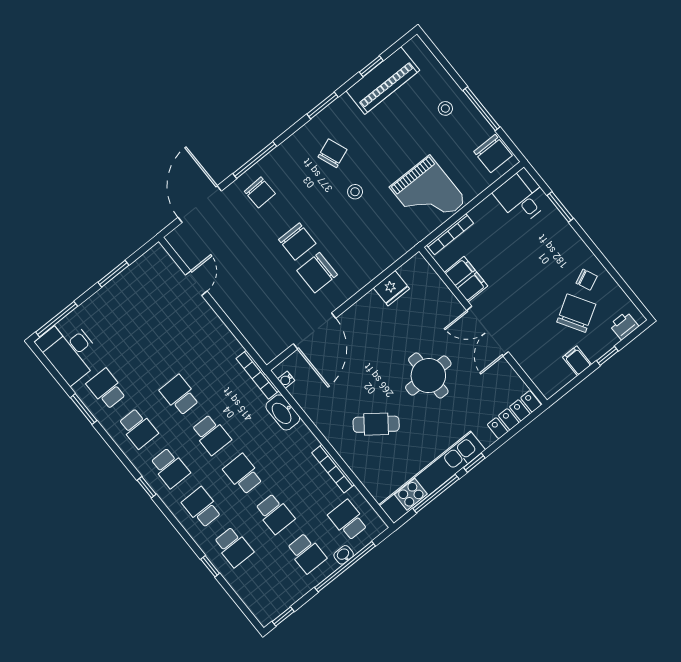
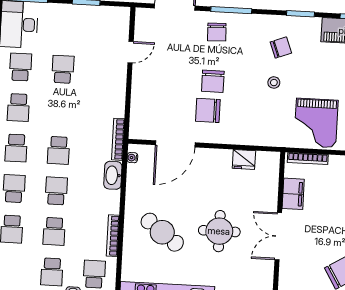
school desk: (179, 395) -> (63, 69), moved
cafe table: (376, 424) -> (162, 232), width x1.37, depth x1.35

